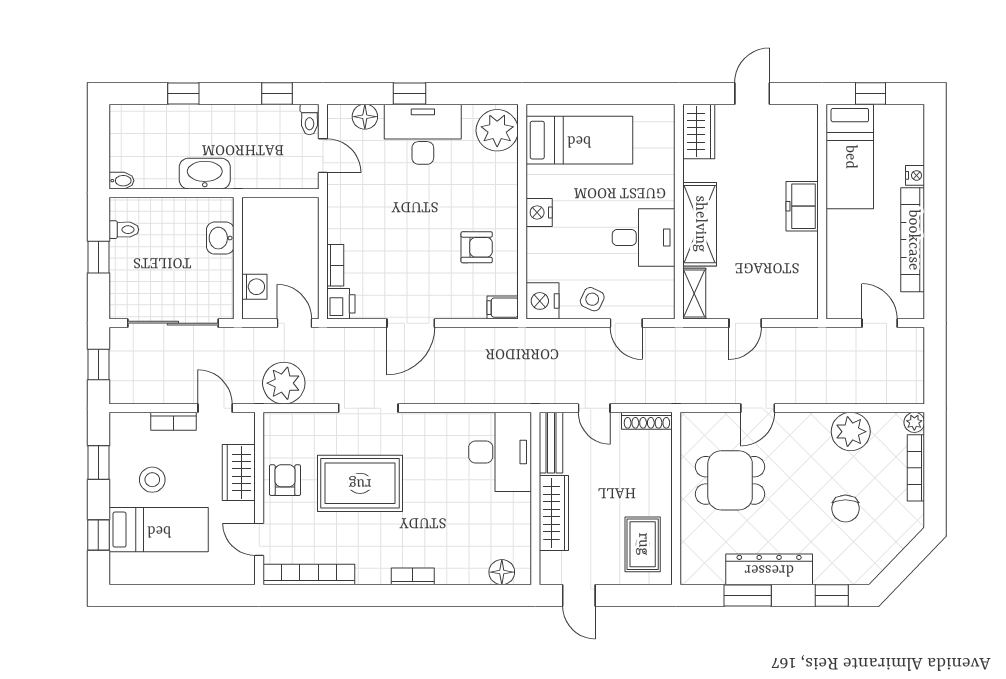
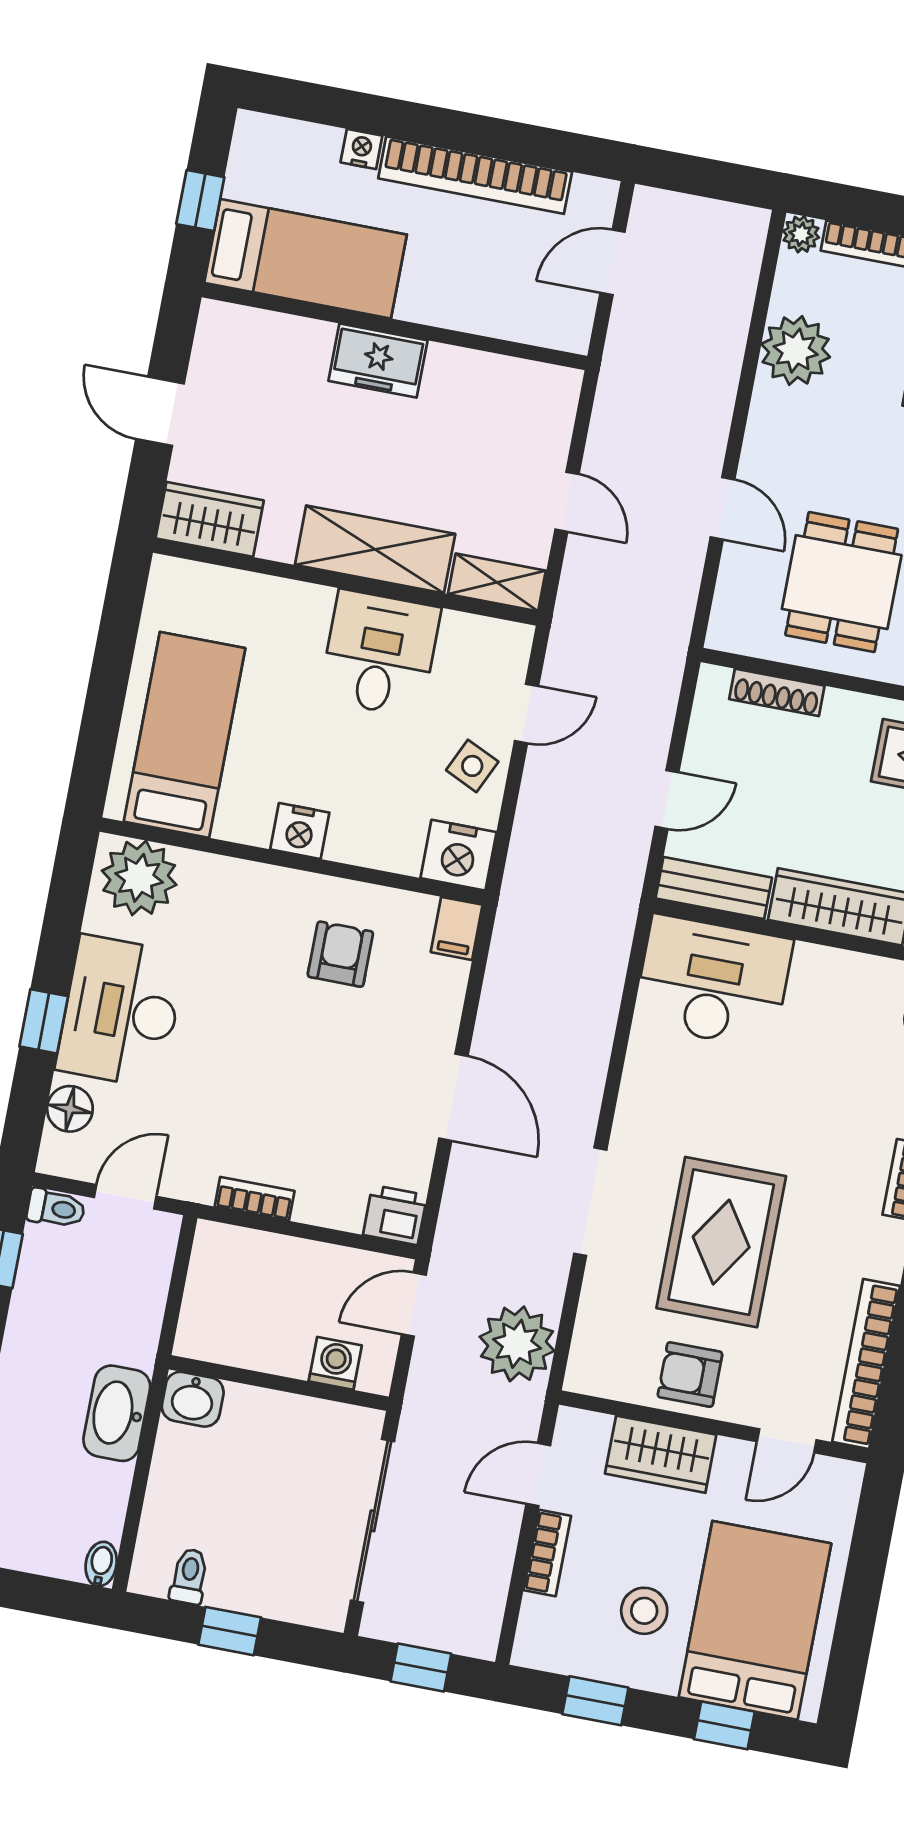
washbasin: (220, 238) -> (193, 1399), moved
bookcase: (335, 265) -> (255, 1199), moved
shoe rack: (647, 421) -> (777, 692), moved, turned 90
bed: (159, 530) -> (755, 1620), width x1.50

